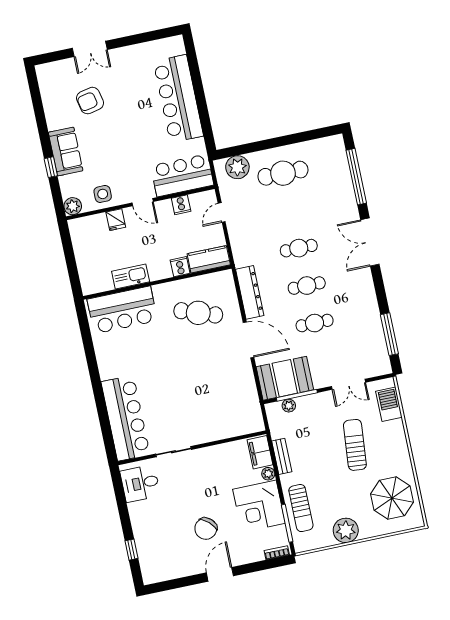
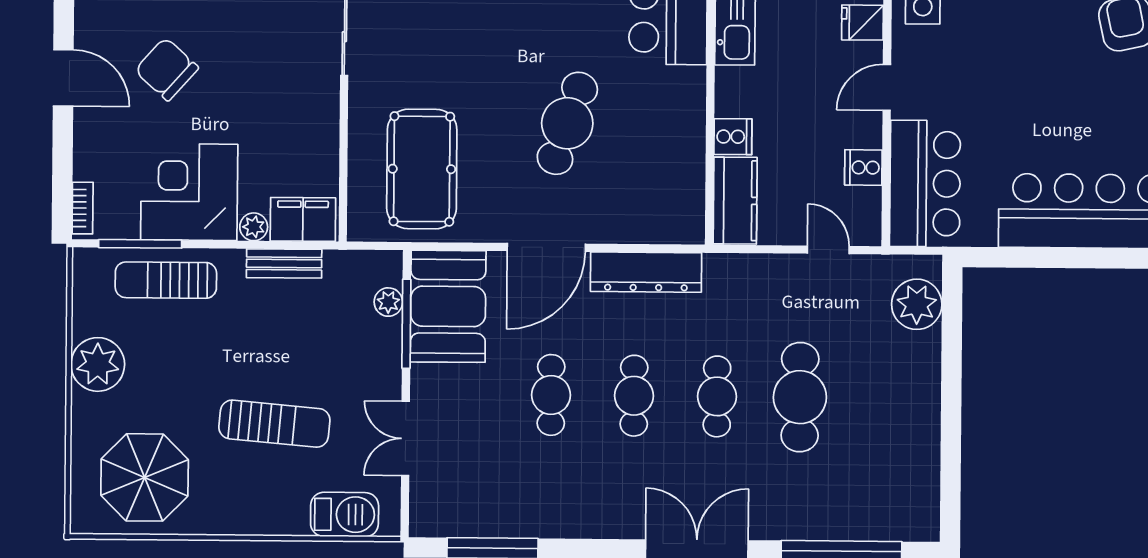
cafe table: (283, 173) -> (800, 397), moved
cafe table: (198, 313) -> (567, 123), moved
pool table: (225, 404) -> (422, 169), added

